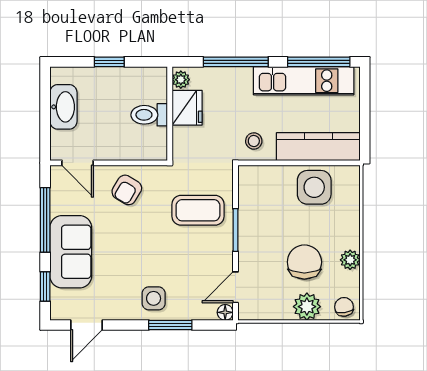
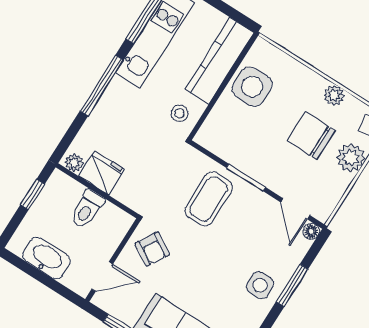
plant: (181, 80) -> (74, 163), moved
fridge: (187, 108) -> (102, 173), moved
wall: (170, 114) -> (97, 191), moved
toilet: (149, 115) -> (87, 209), moved

